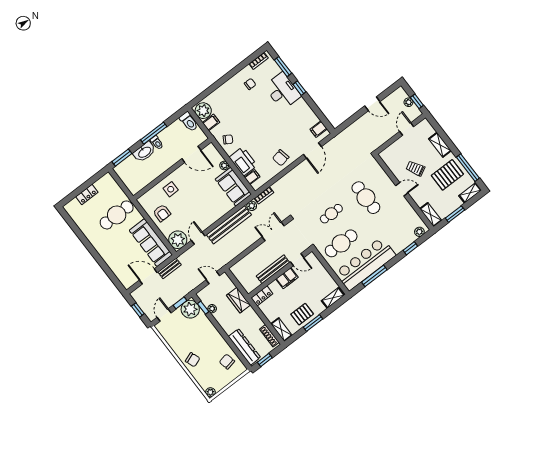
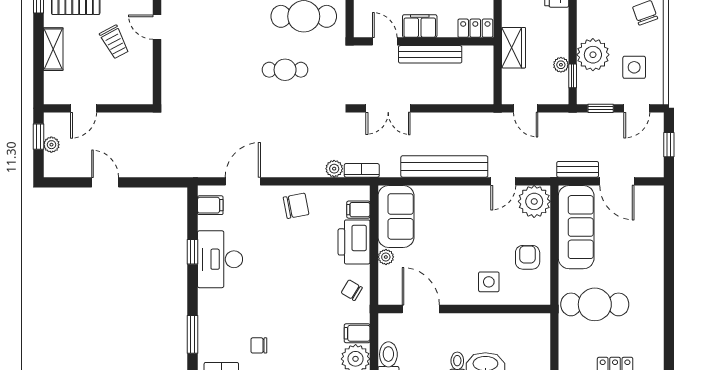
window: (299, 88) -> (193, 252), moved
desk: (283, 91) -> (220, 259), moved
cafe table: (366, 198) -> (218, 55), removed
plant: (252, 206) -> (334, 169), moved
plant: (190, 309) -> (593, 55), moved
side table: (179, 332) -> (634, 67), added

